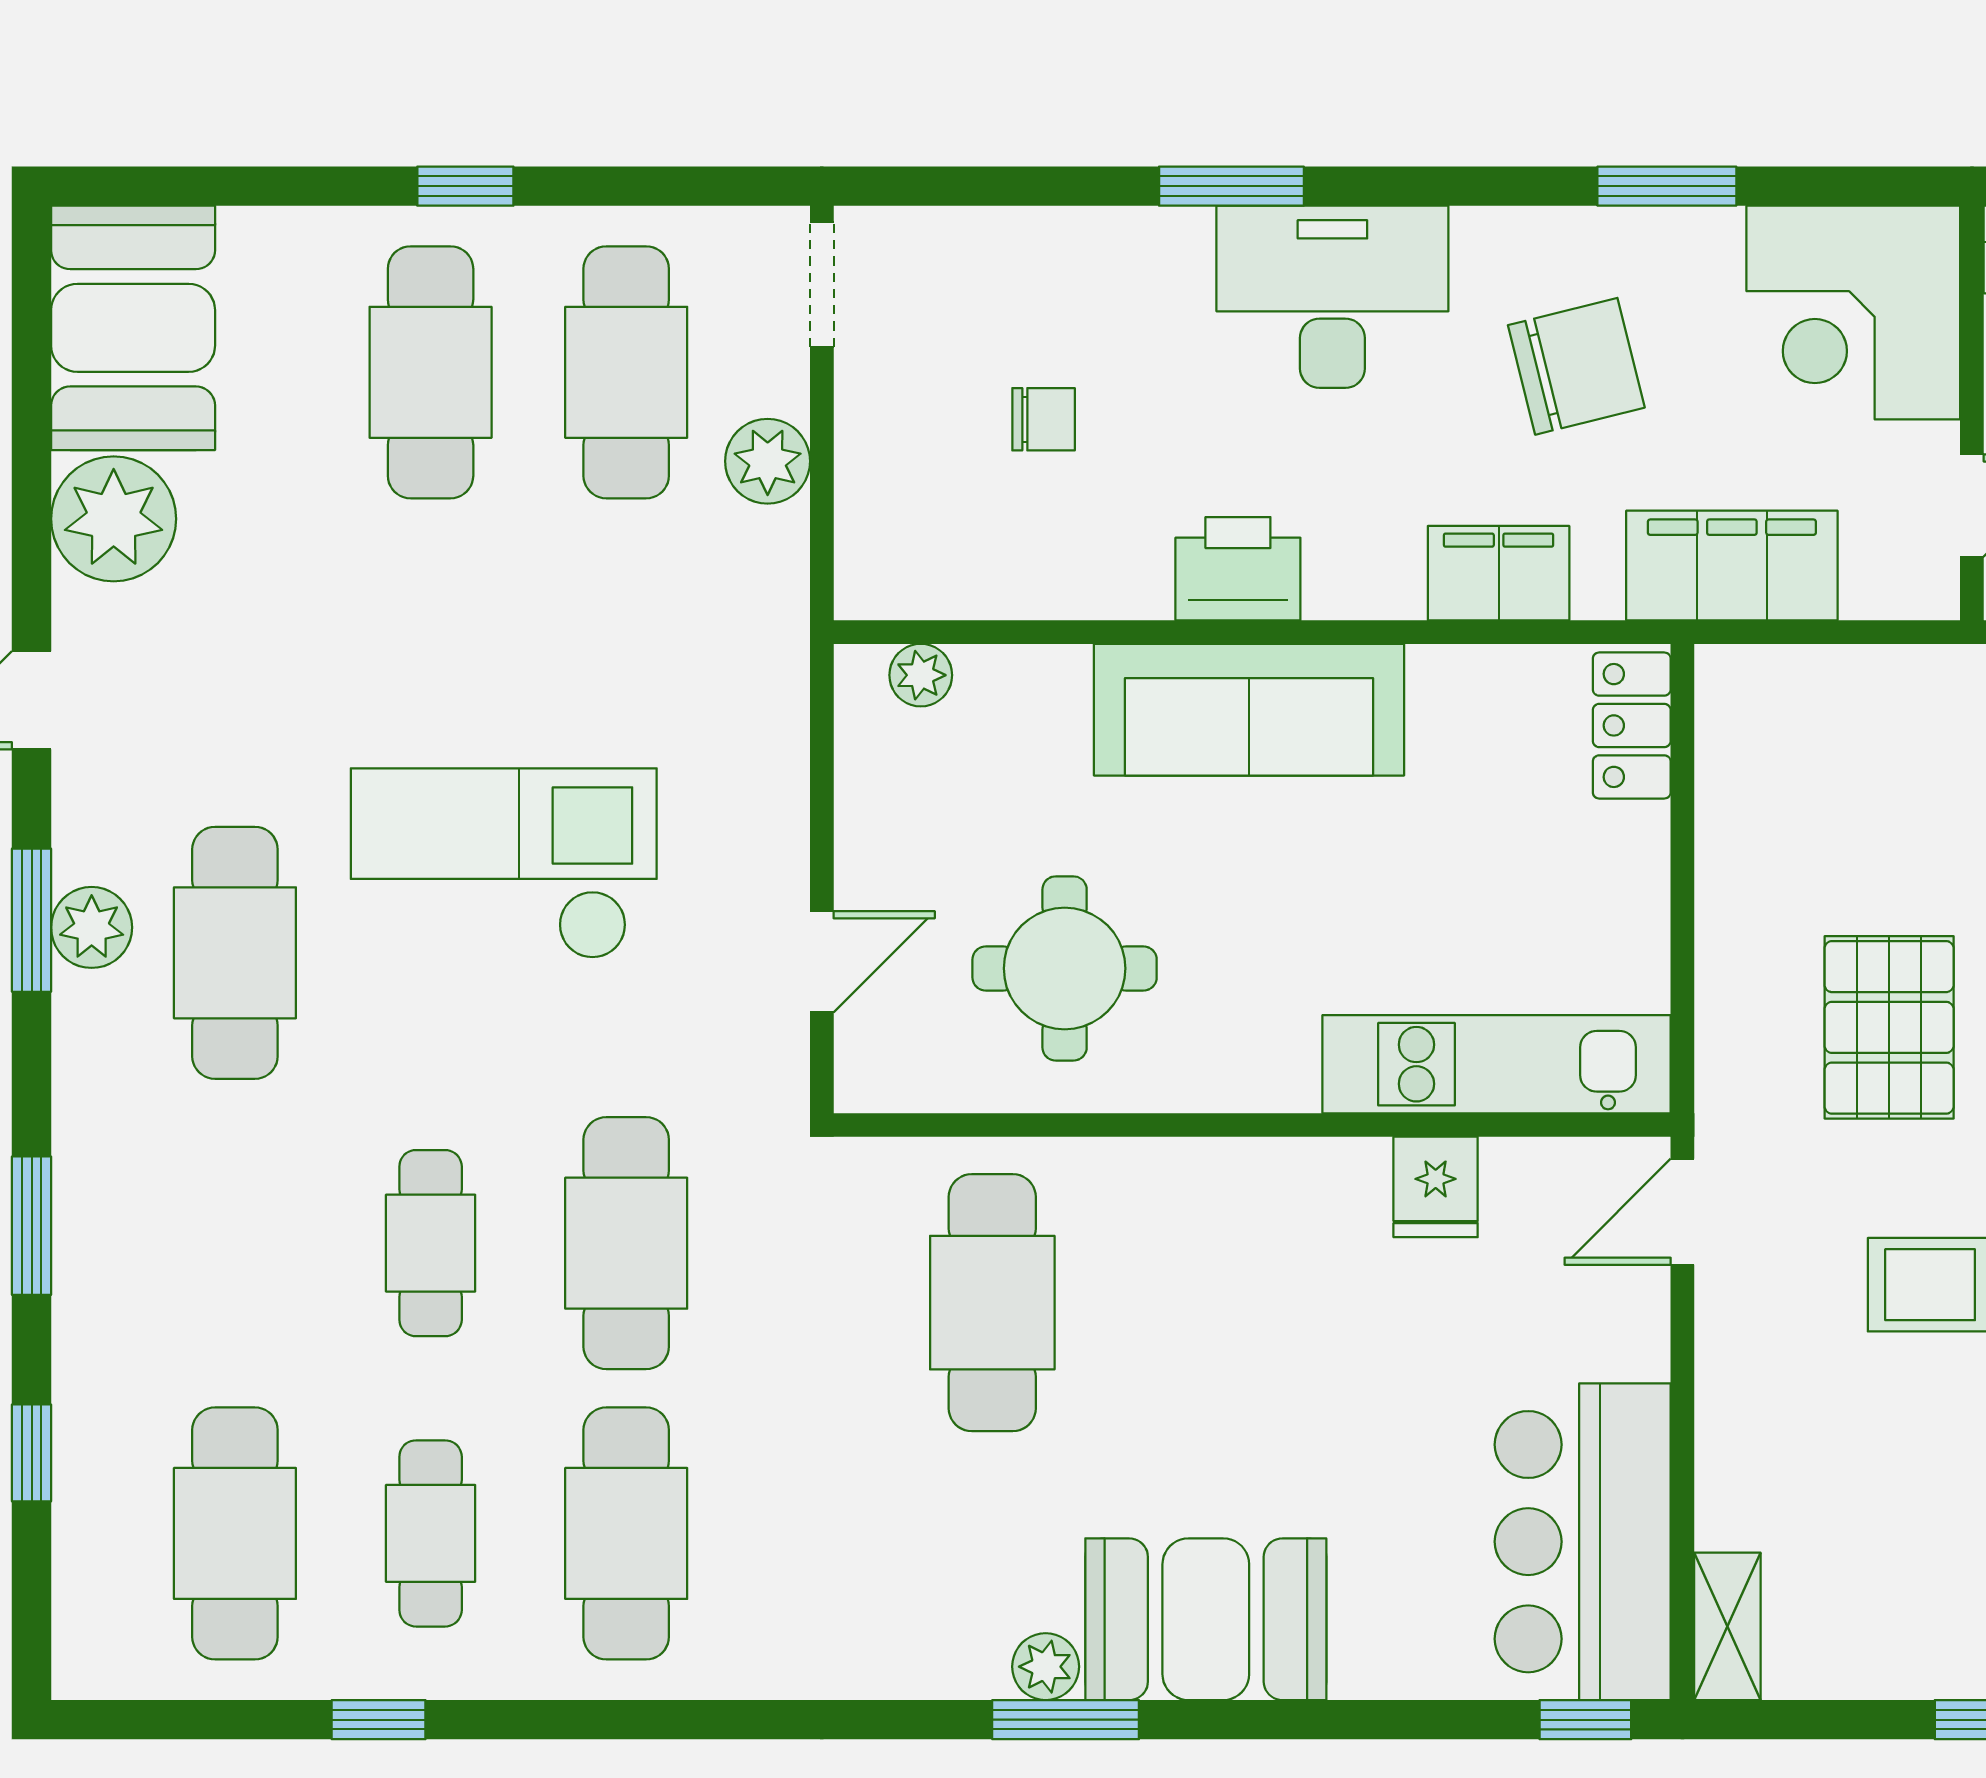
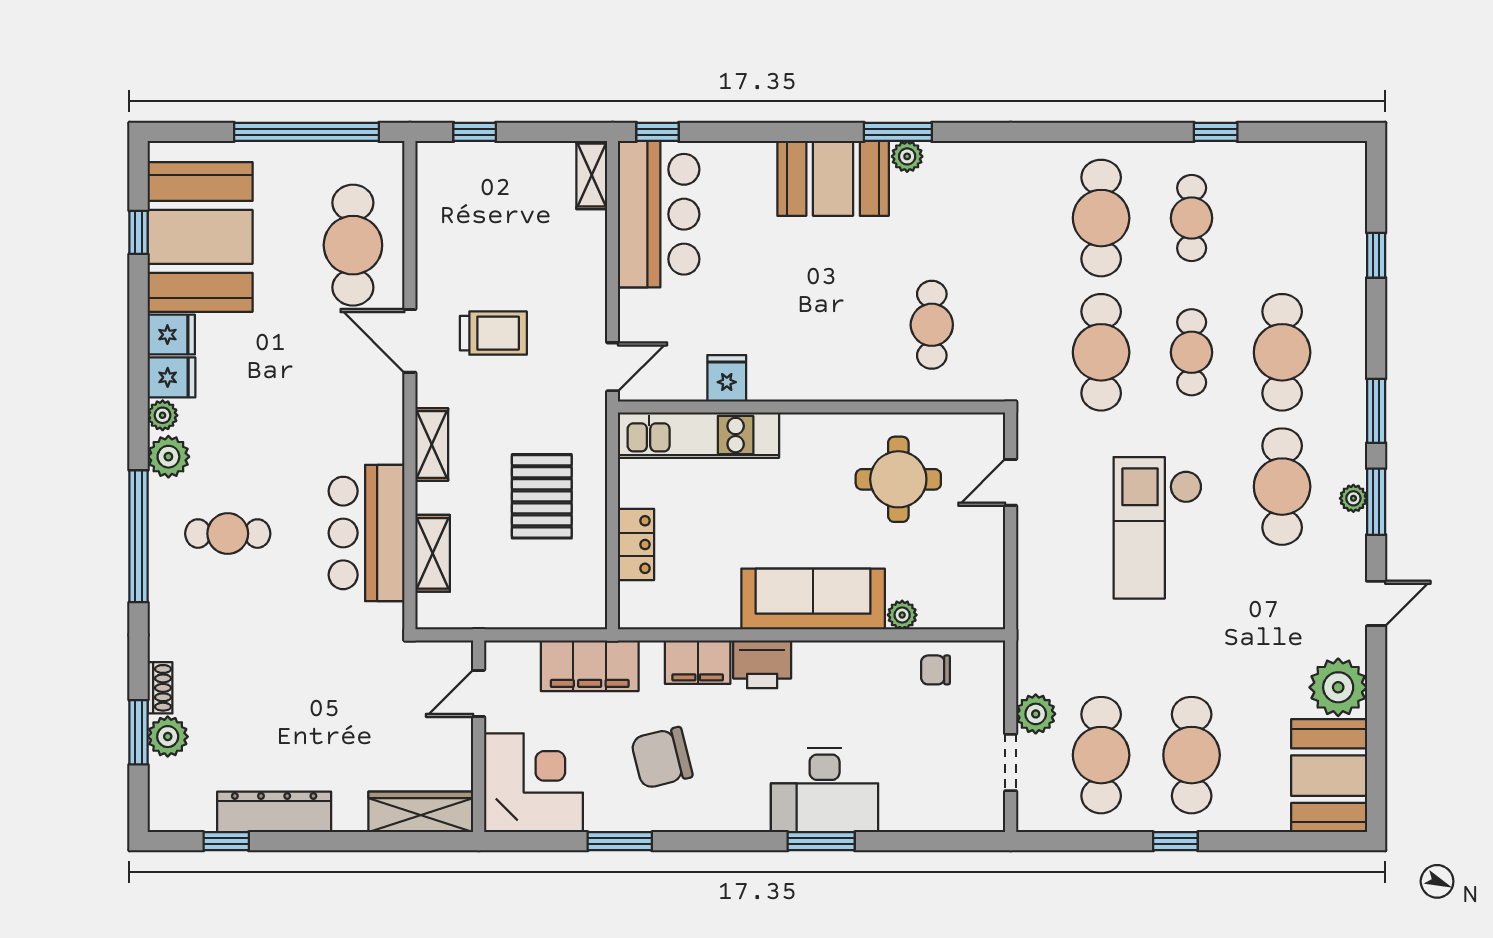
doorway: (822, 285) -> (1011, 762), moved
desk: (1332, 297) -> (825, 790), moved
chair: (1044, 419) -> (935, 670), moved
printer: (1238, 569) -> (762, 664), moved
plant: (921, 675) -> (902, 615), moved
locker: (1632, 725) -> (636, 545), moved
checkout: (504, 864) -> (1158, 528), turned 90
plant: (92, 927) -> (1353, 498), width x0.73, depth x0.73
pallet: (1889, 1027) -> (542, 496), moved
window: (32, 1226) -> (1376, 411), moved
cafe table: (992, 1303) -> (932, 325), width x0.73, depth x0.74
cafe table: (235, 1533) -> (1282, 352), moved

